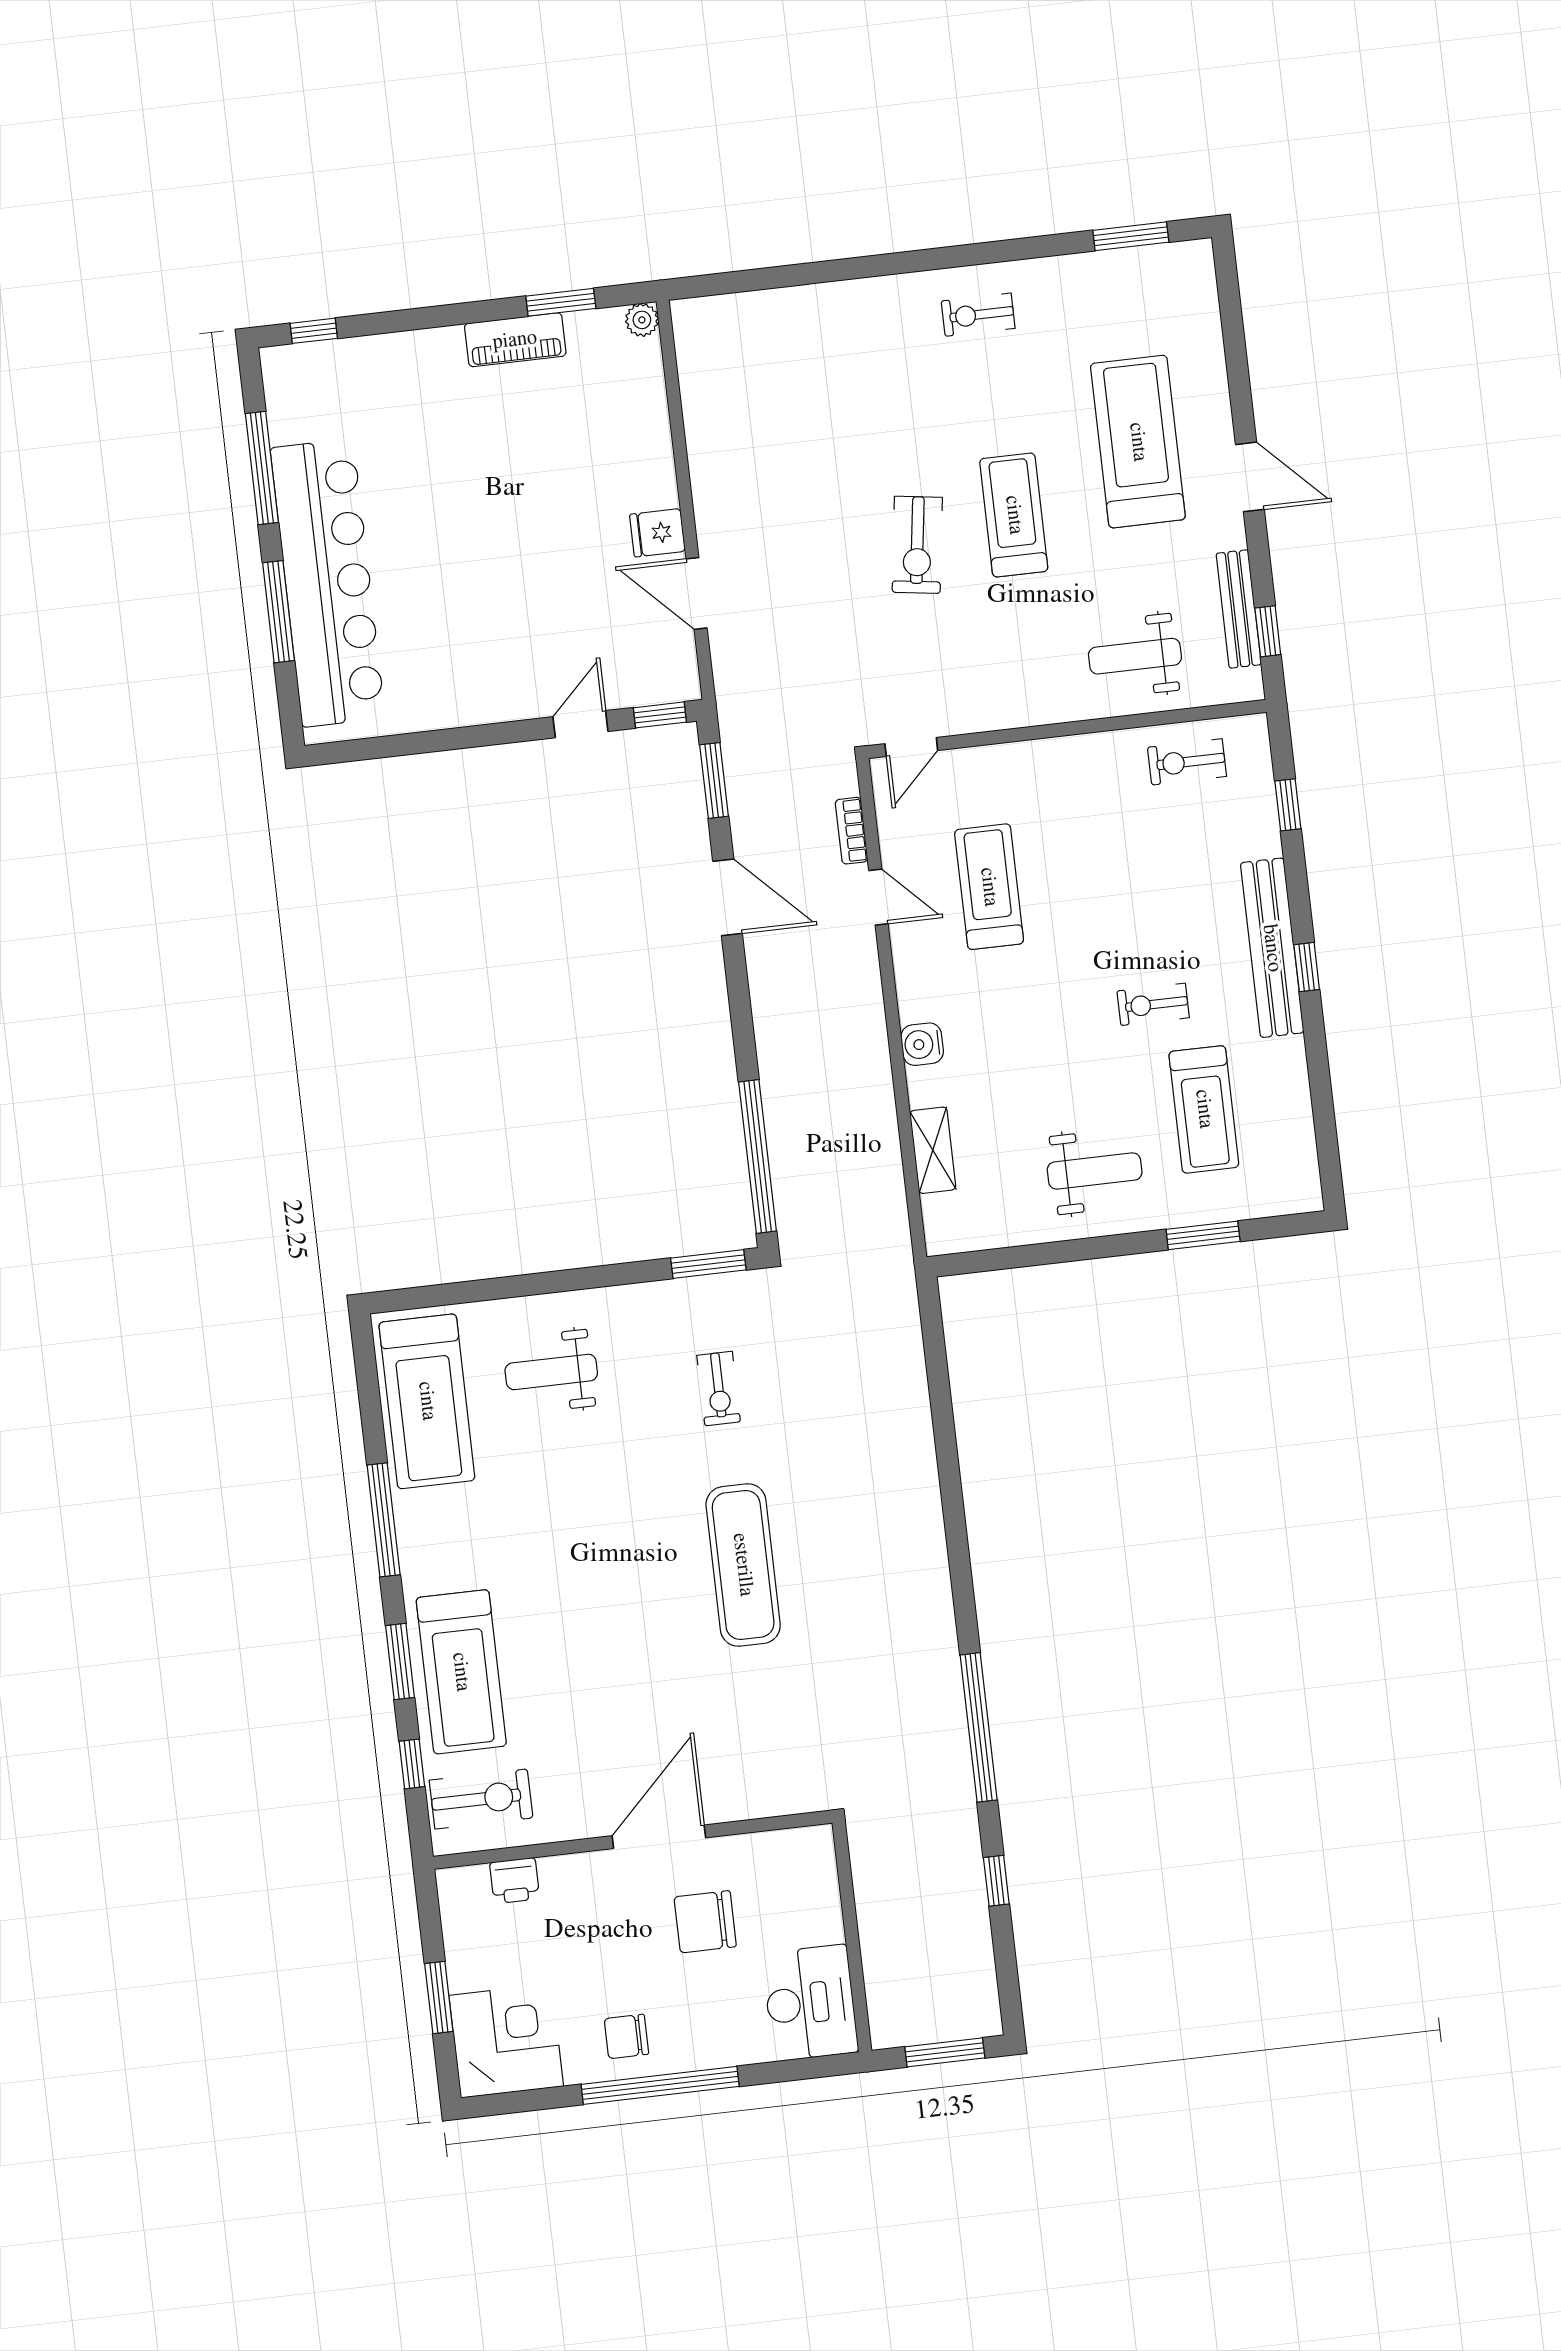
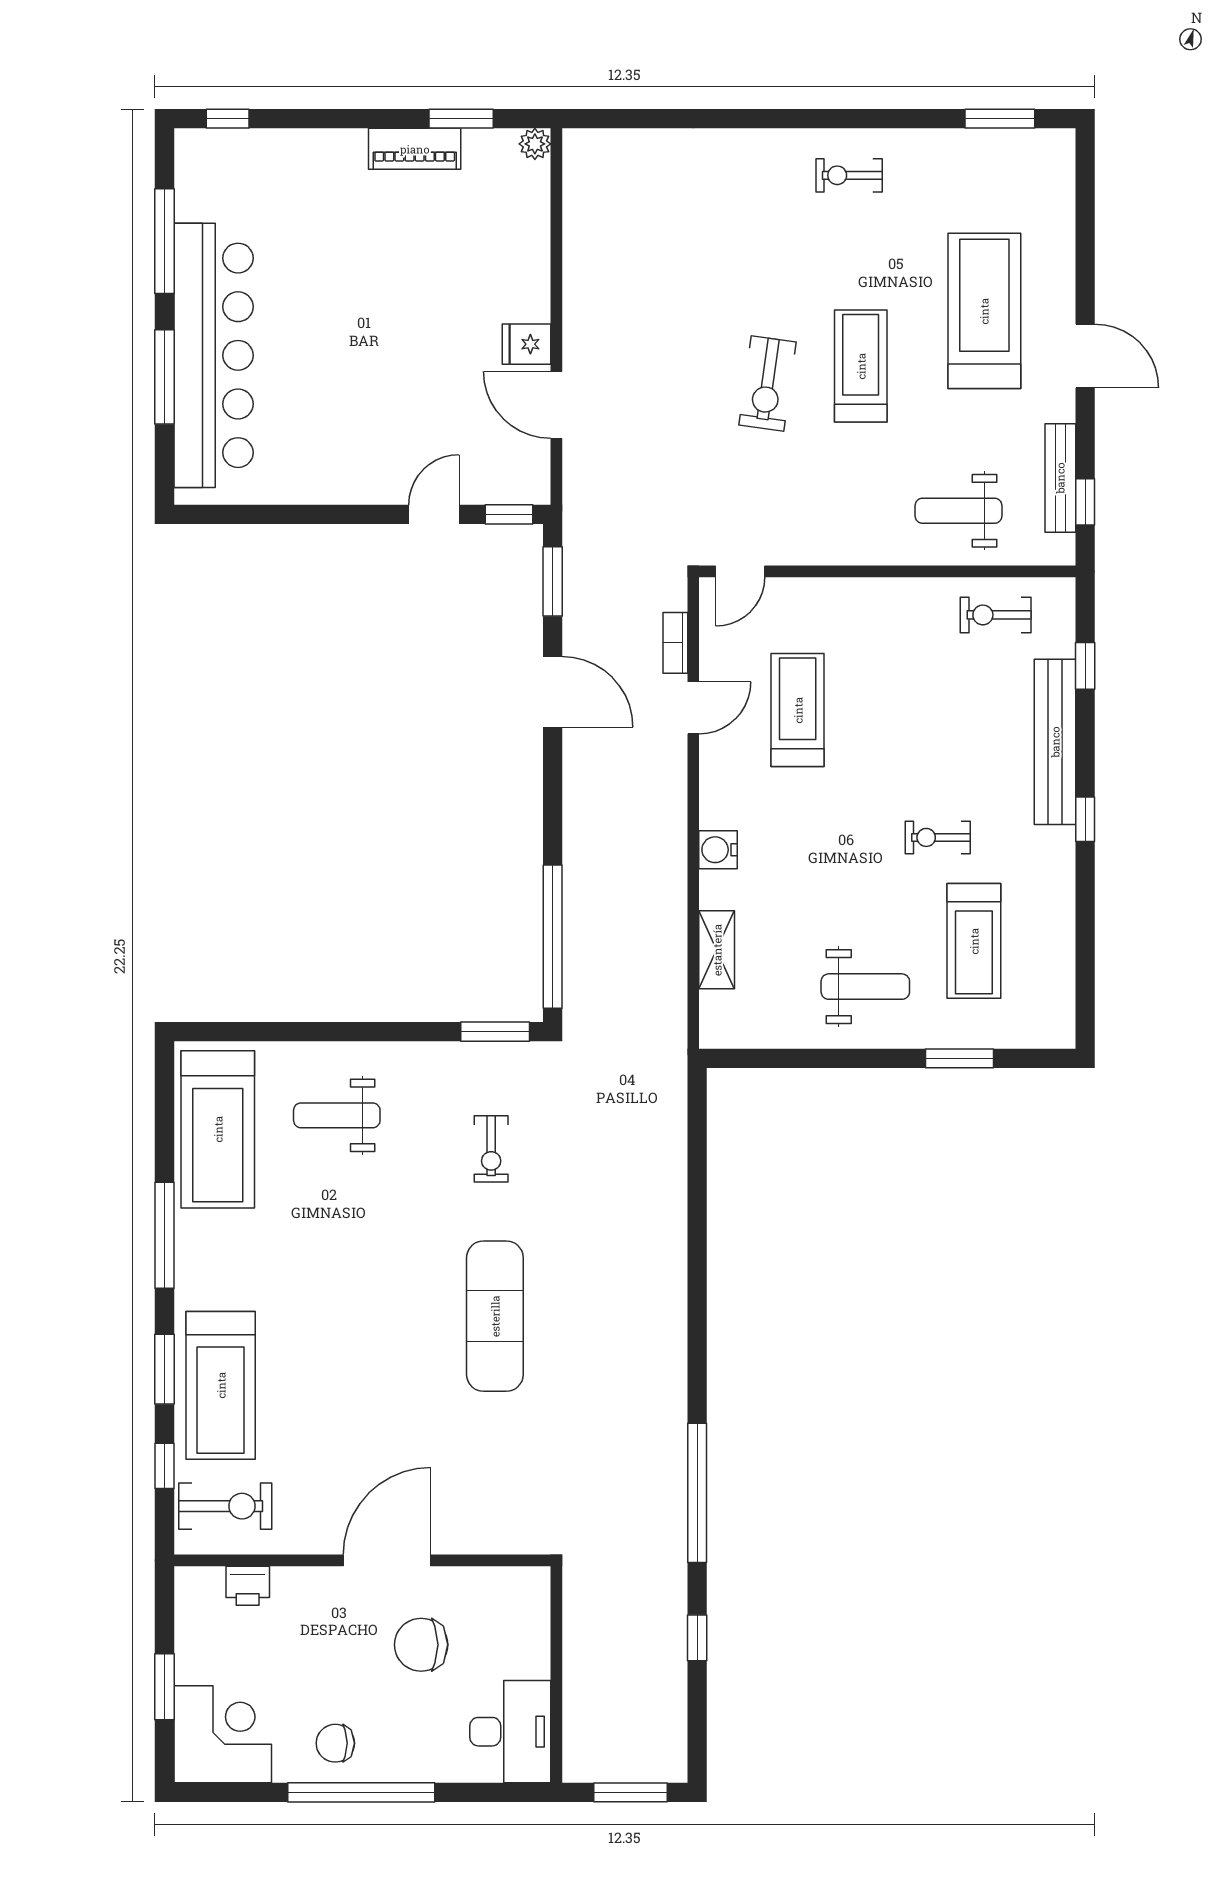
door: (878, 897) -> (693, 708), hinge flipped
bench: (1272, 948) -> (1055, 742), moved

